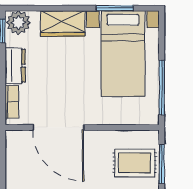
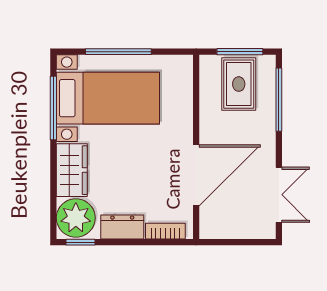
window: (115, 8) -> (53, 108), width x1.44
plant: (18, 23) -> (76, 218), width x1.36, depth x1.36
window: (162, 87) -> (118, 52), moved

